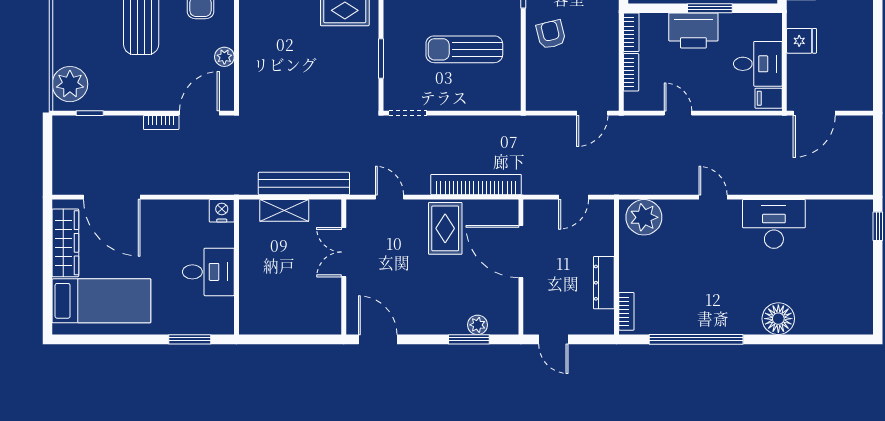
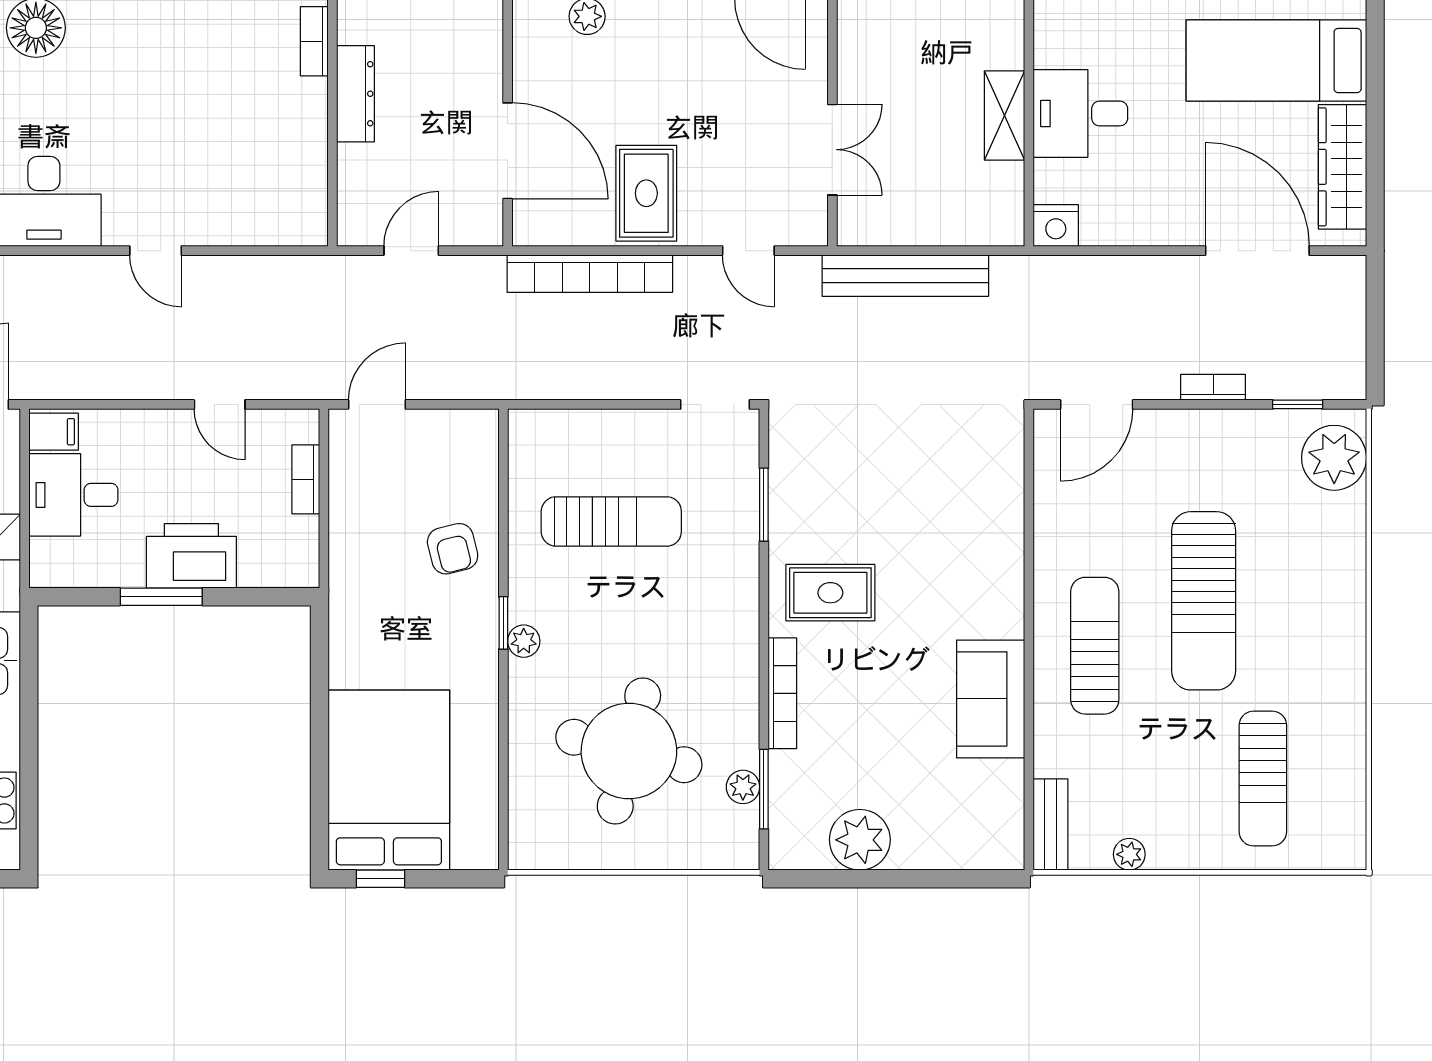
bookcase: (631, 32) -> (305, 553), removed
plant: (224, 57) -> (1051, 508), removed
bookcase: (161, 123) -> (1213, 387), moved
shelving: (284, 210) -> (1005, 115), moved, turned 90
plant: (644, 217) -> (282, 214), removed

